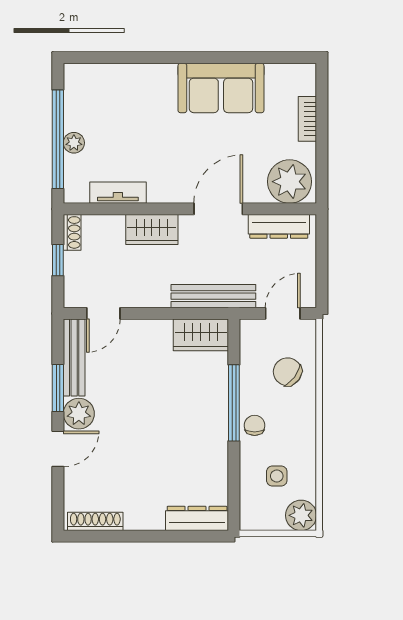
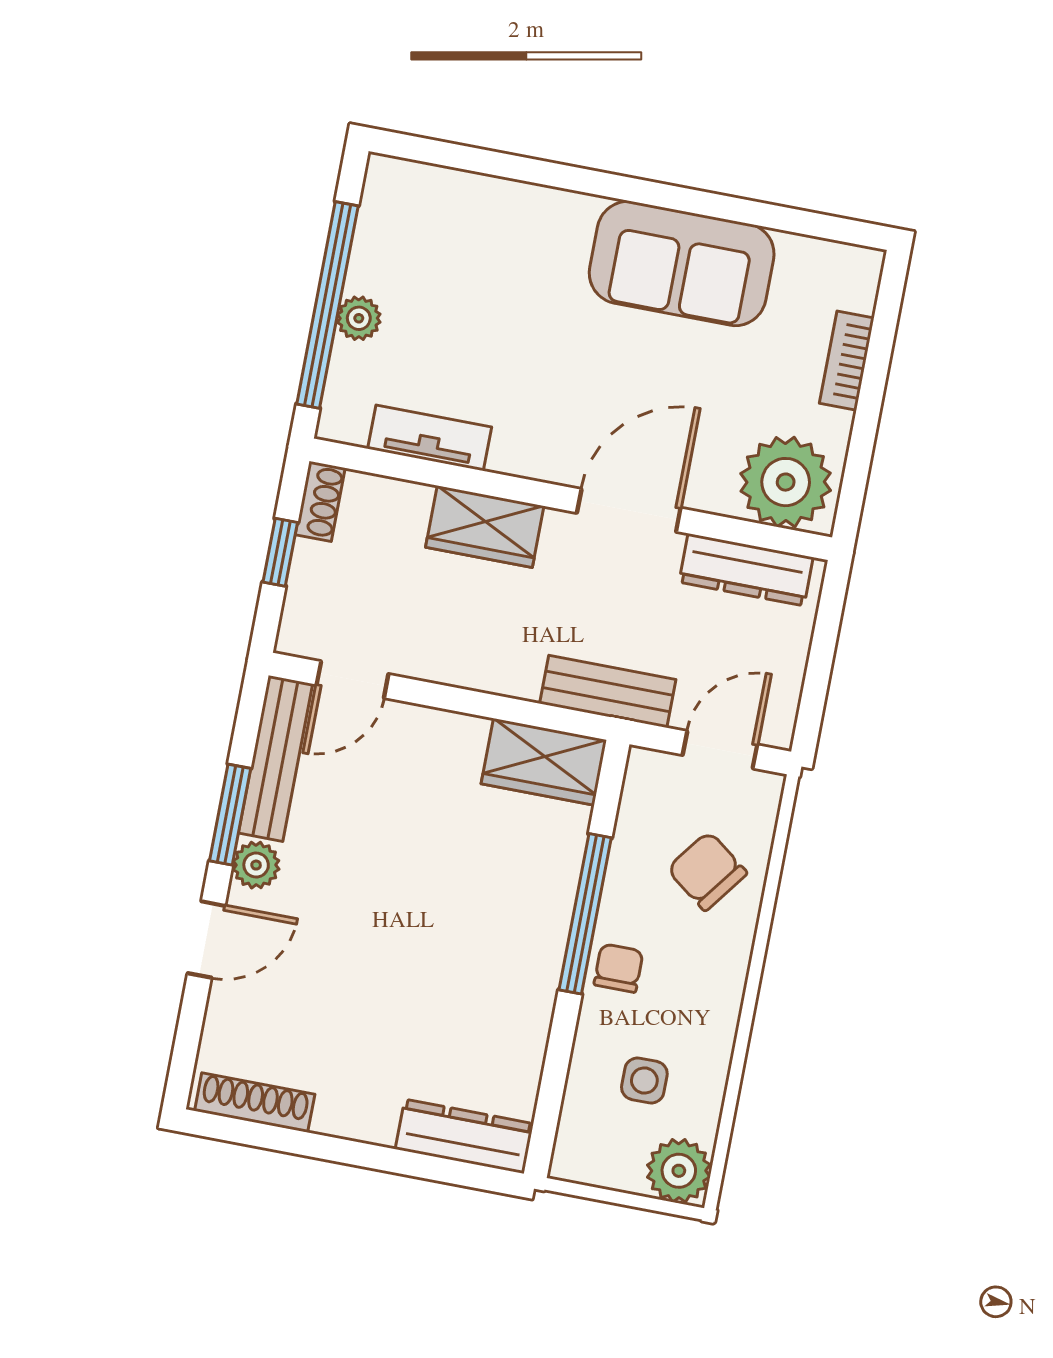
bench: (213, 296) -> (608, 691), width x0.73
plant: (79, 414) -> (256, 865), width x0.73, depth x0.73

